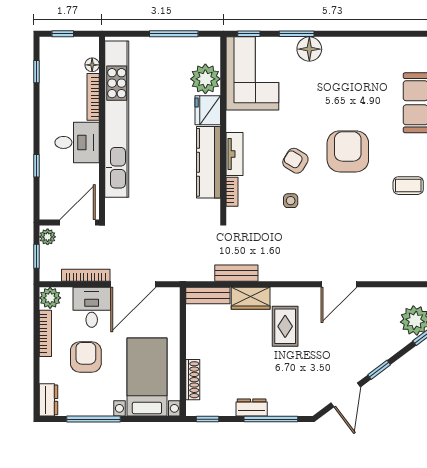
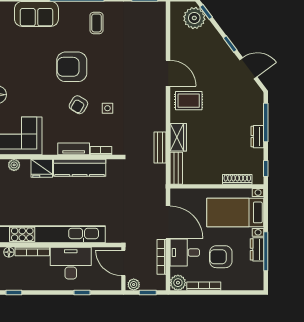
plant: (205, 79) -> (14, 165), width x0.53, depth x0.53
desk: (77, 142) -> (71, 263), width x1.37
rug: (285, 326) -> (189, 101), moved
dresser: (49, 400) -> (257, 249), moved, turned -90

